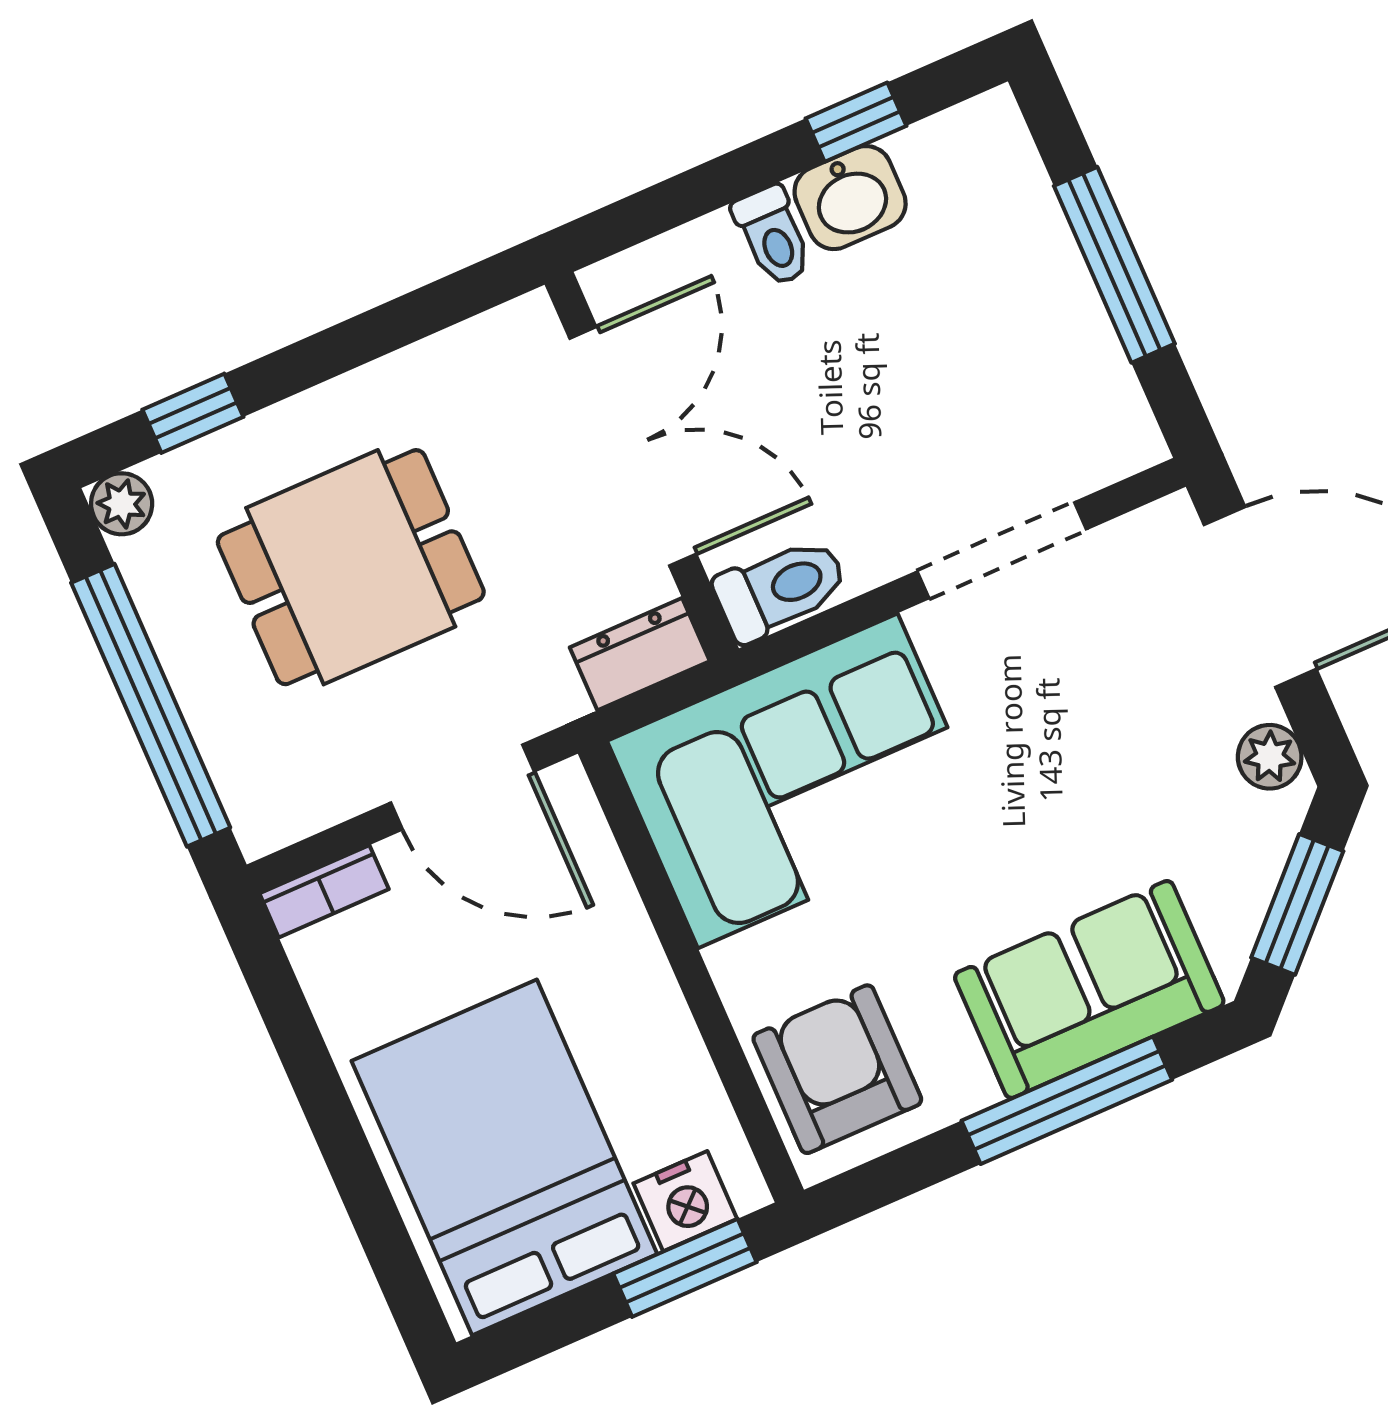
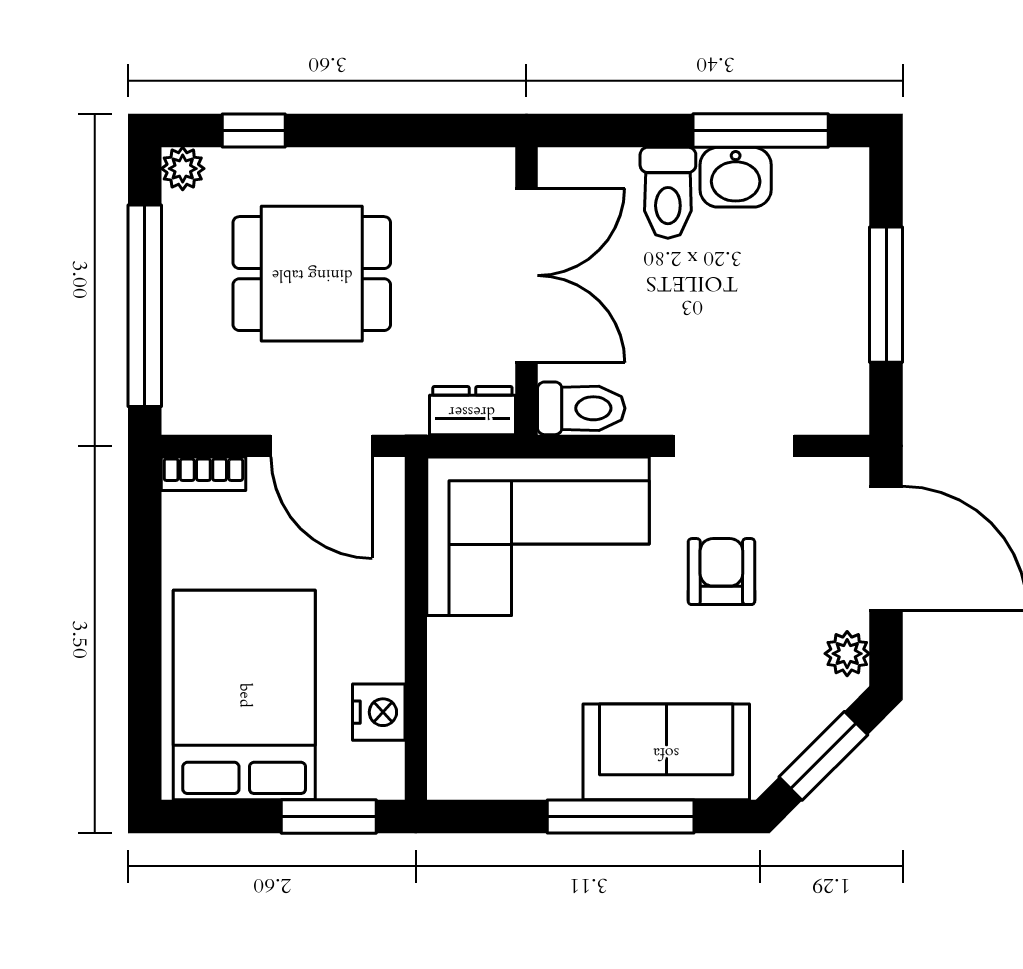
window: (856, 122) -> (761, 131), width x2.17
toilet: (773, 236) -> (668, 193), width x1.37, depth x1.39
armchair: (837, 1069) -> (721, 572), moved, width x0.72, depth x0.72
nightstand: (685, 1201) -> (379, 712), moved, turned -90

